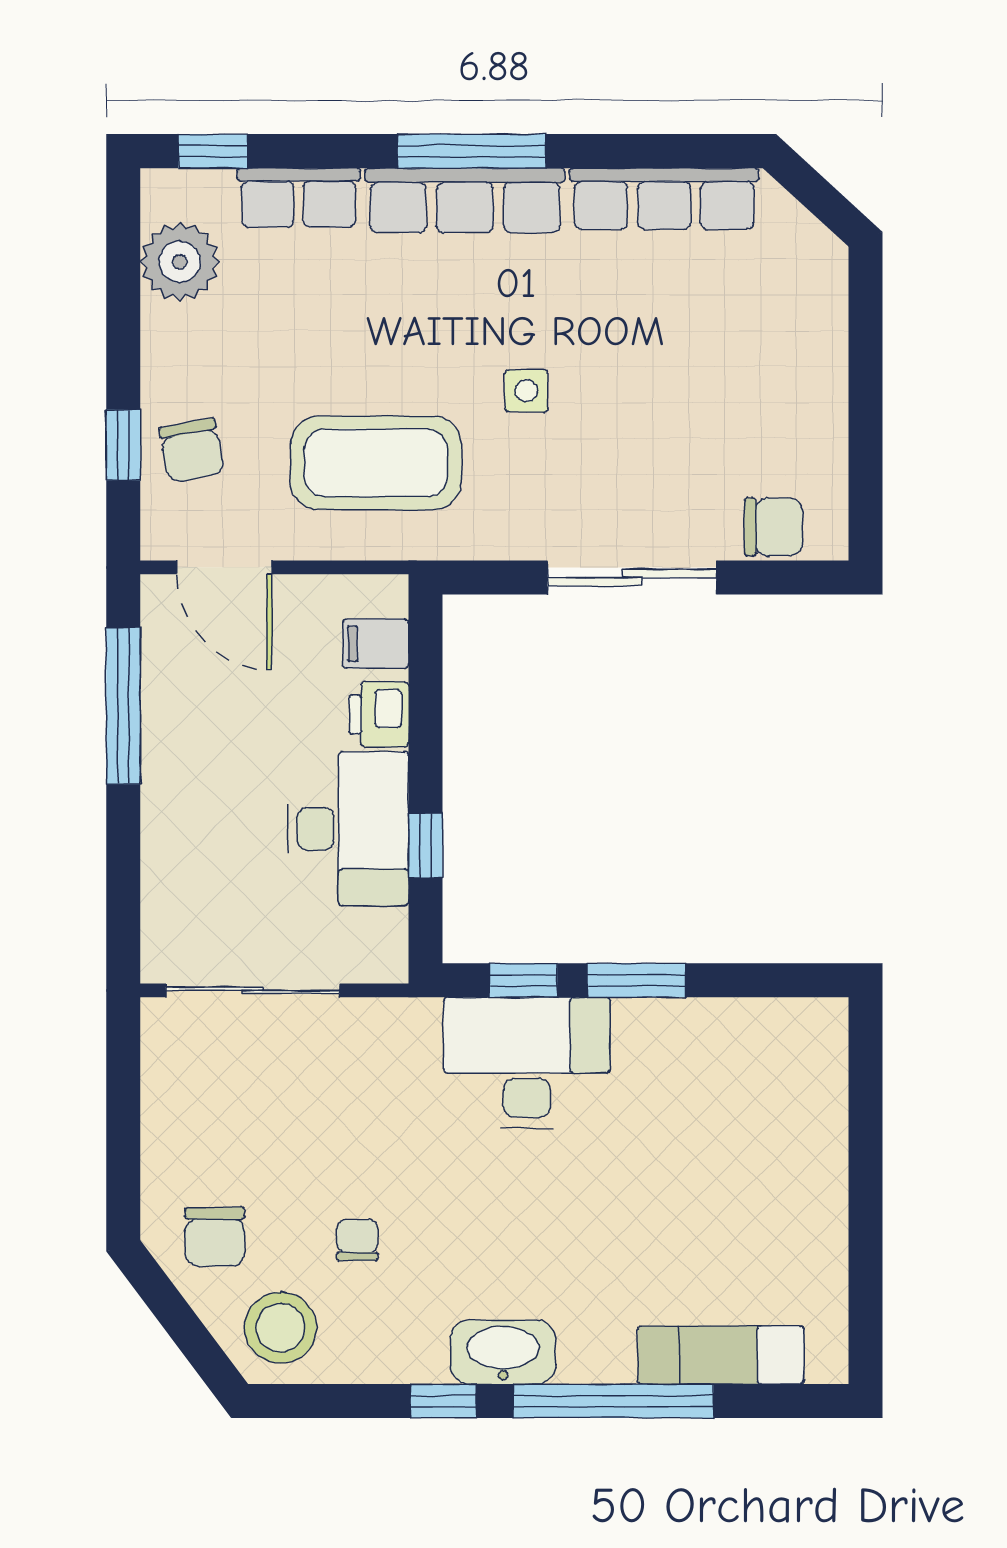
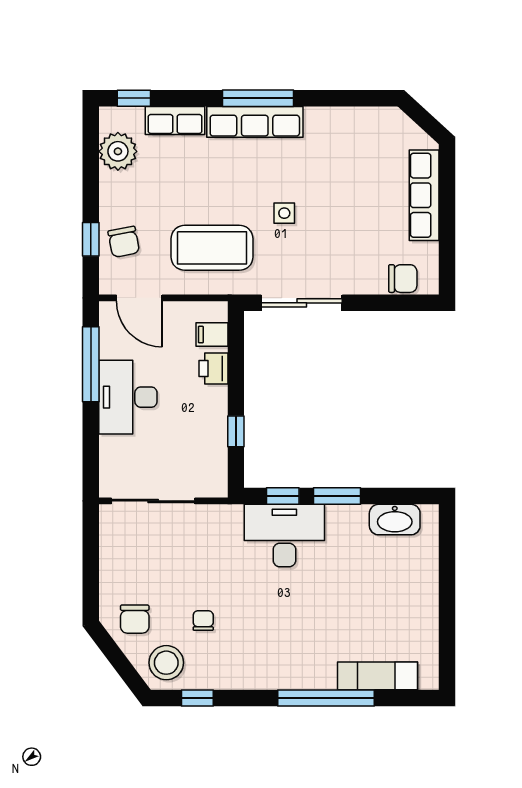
row of seats: (664, 199) -> (424, 195), moved, turned 90
sliding door: (632, 578) -> (302, 303), moved
desk: (348, 829) -> (128, 397), moved, turned 180
washbasin: (503, 1352) -> (395, 520), moved, turned 180
window: (443, 1401) -> (197, 698), moved

